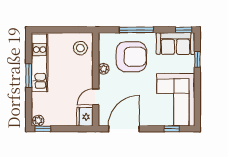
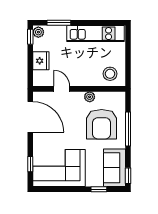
window: (29, 76) -> (59, 23), moved
fridge: (85, 117) -> (41, 61), moved, turned 90

